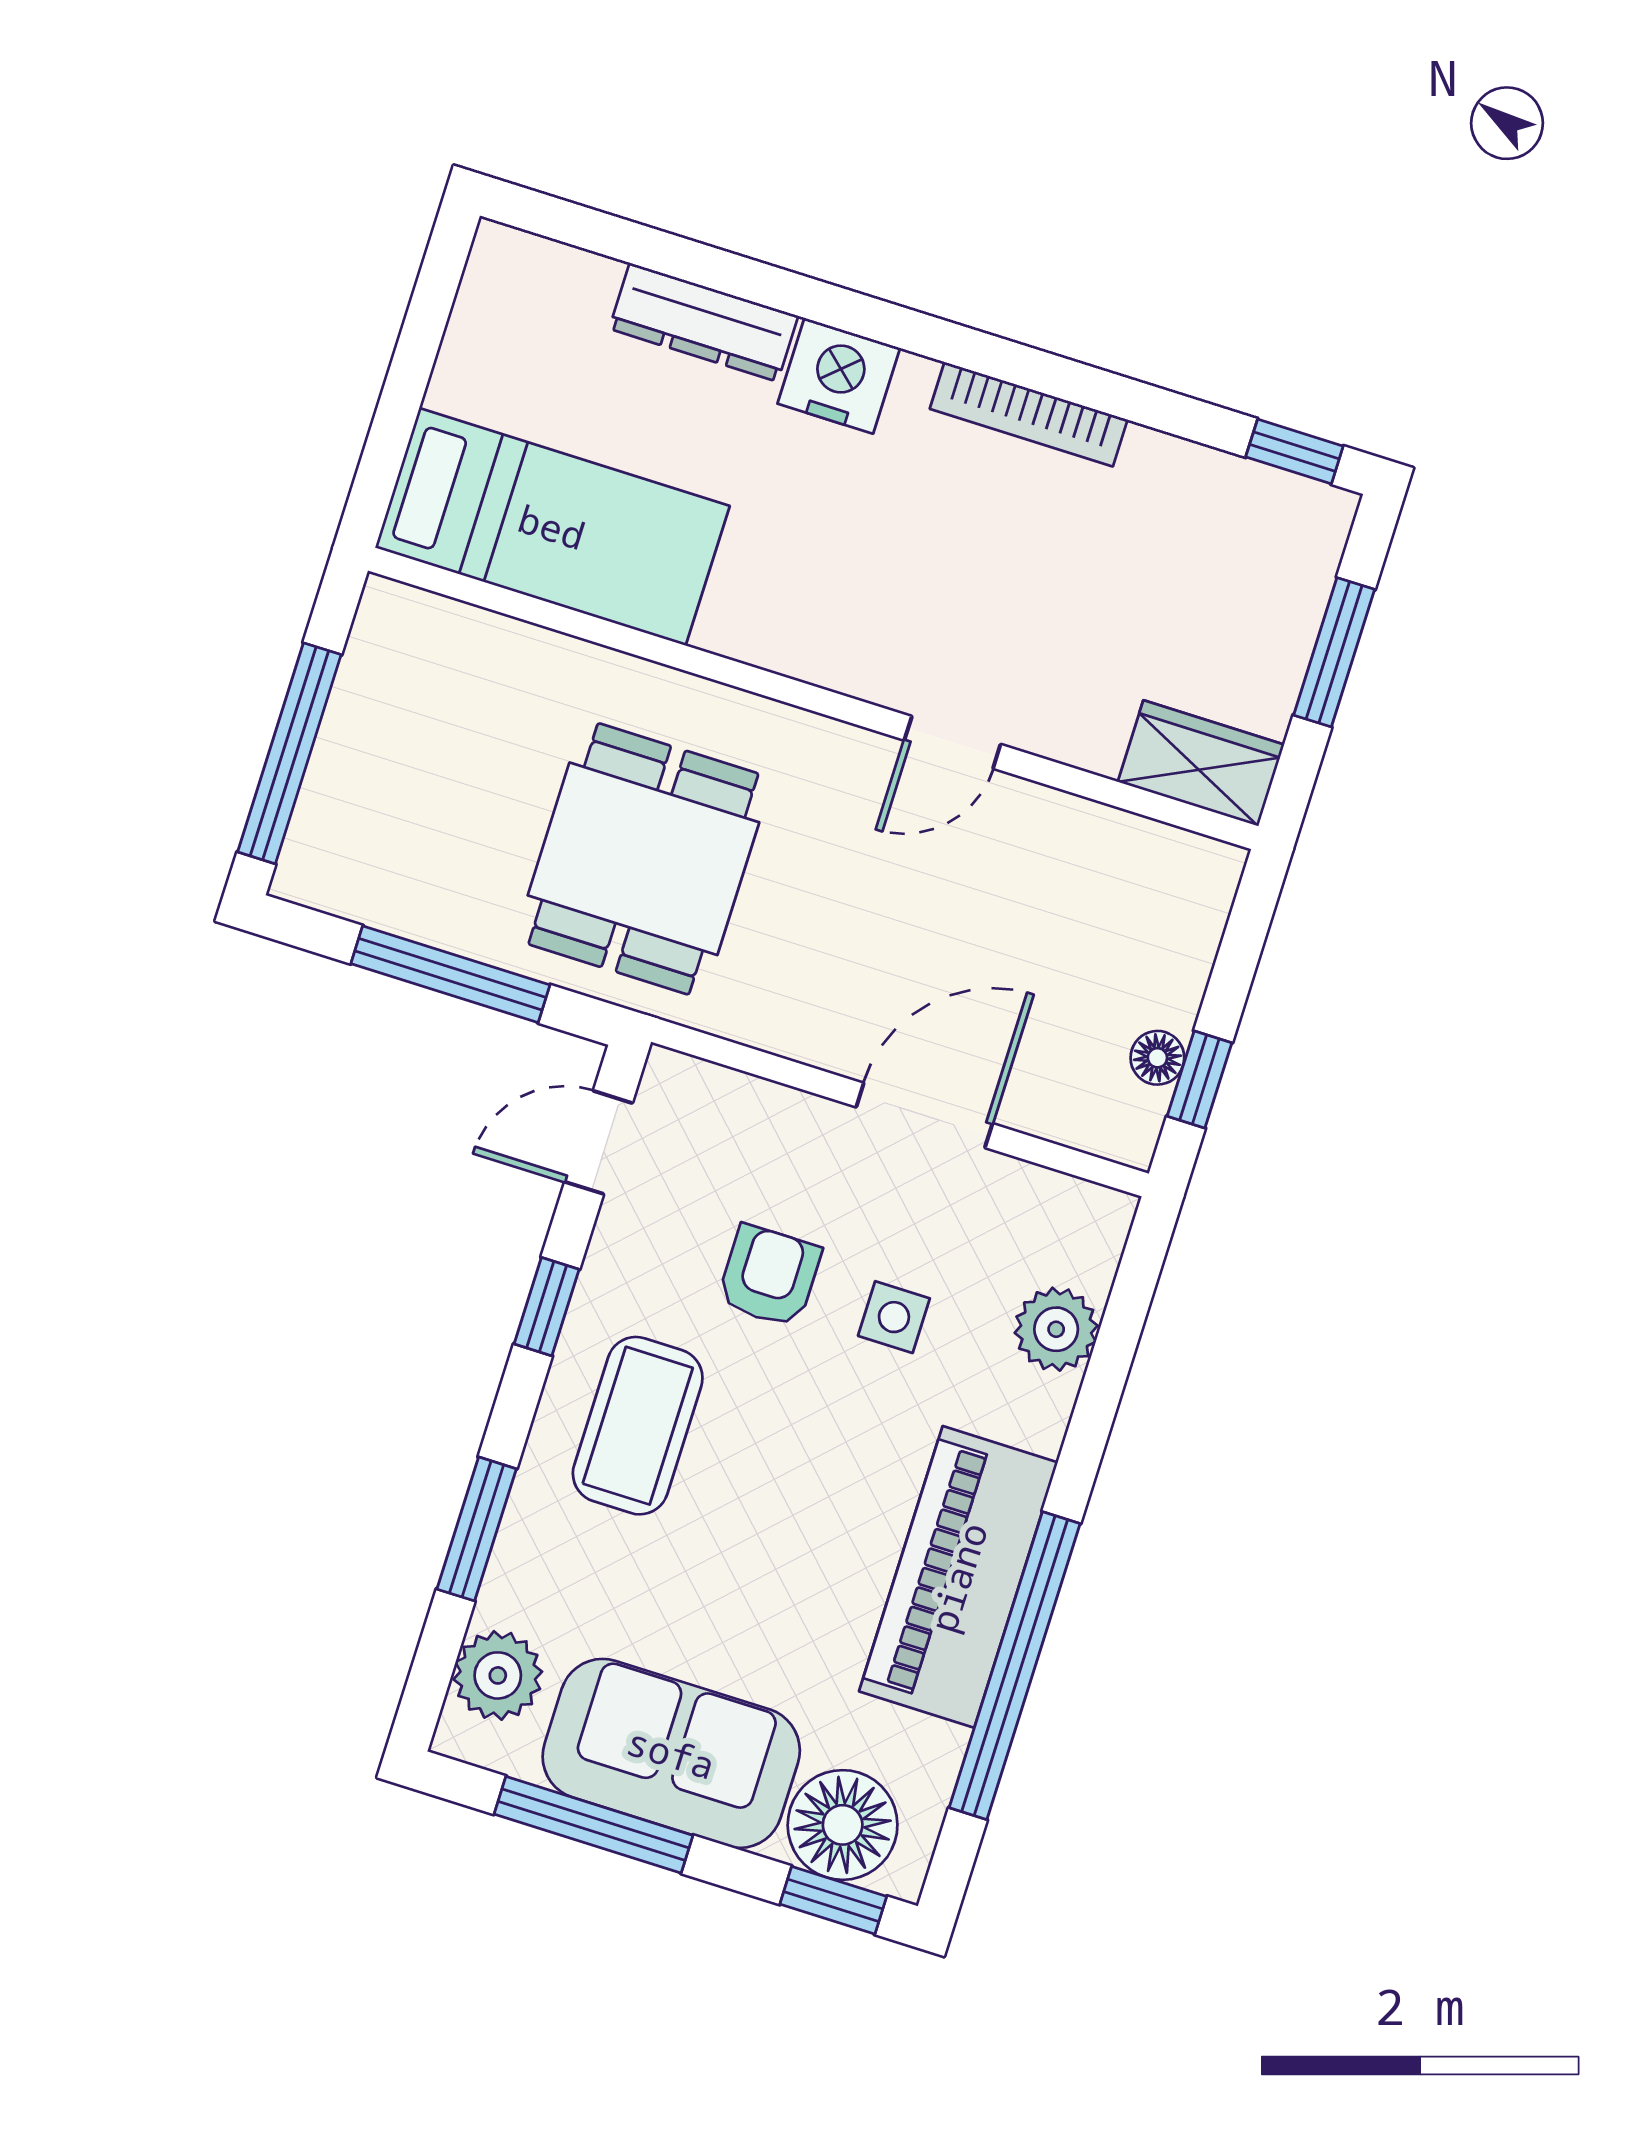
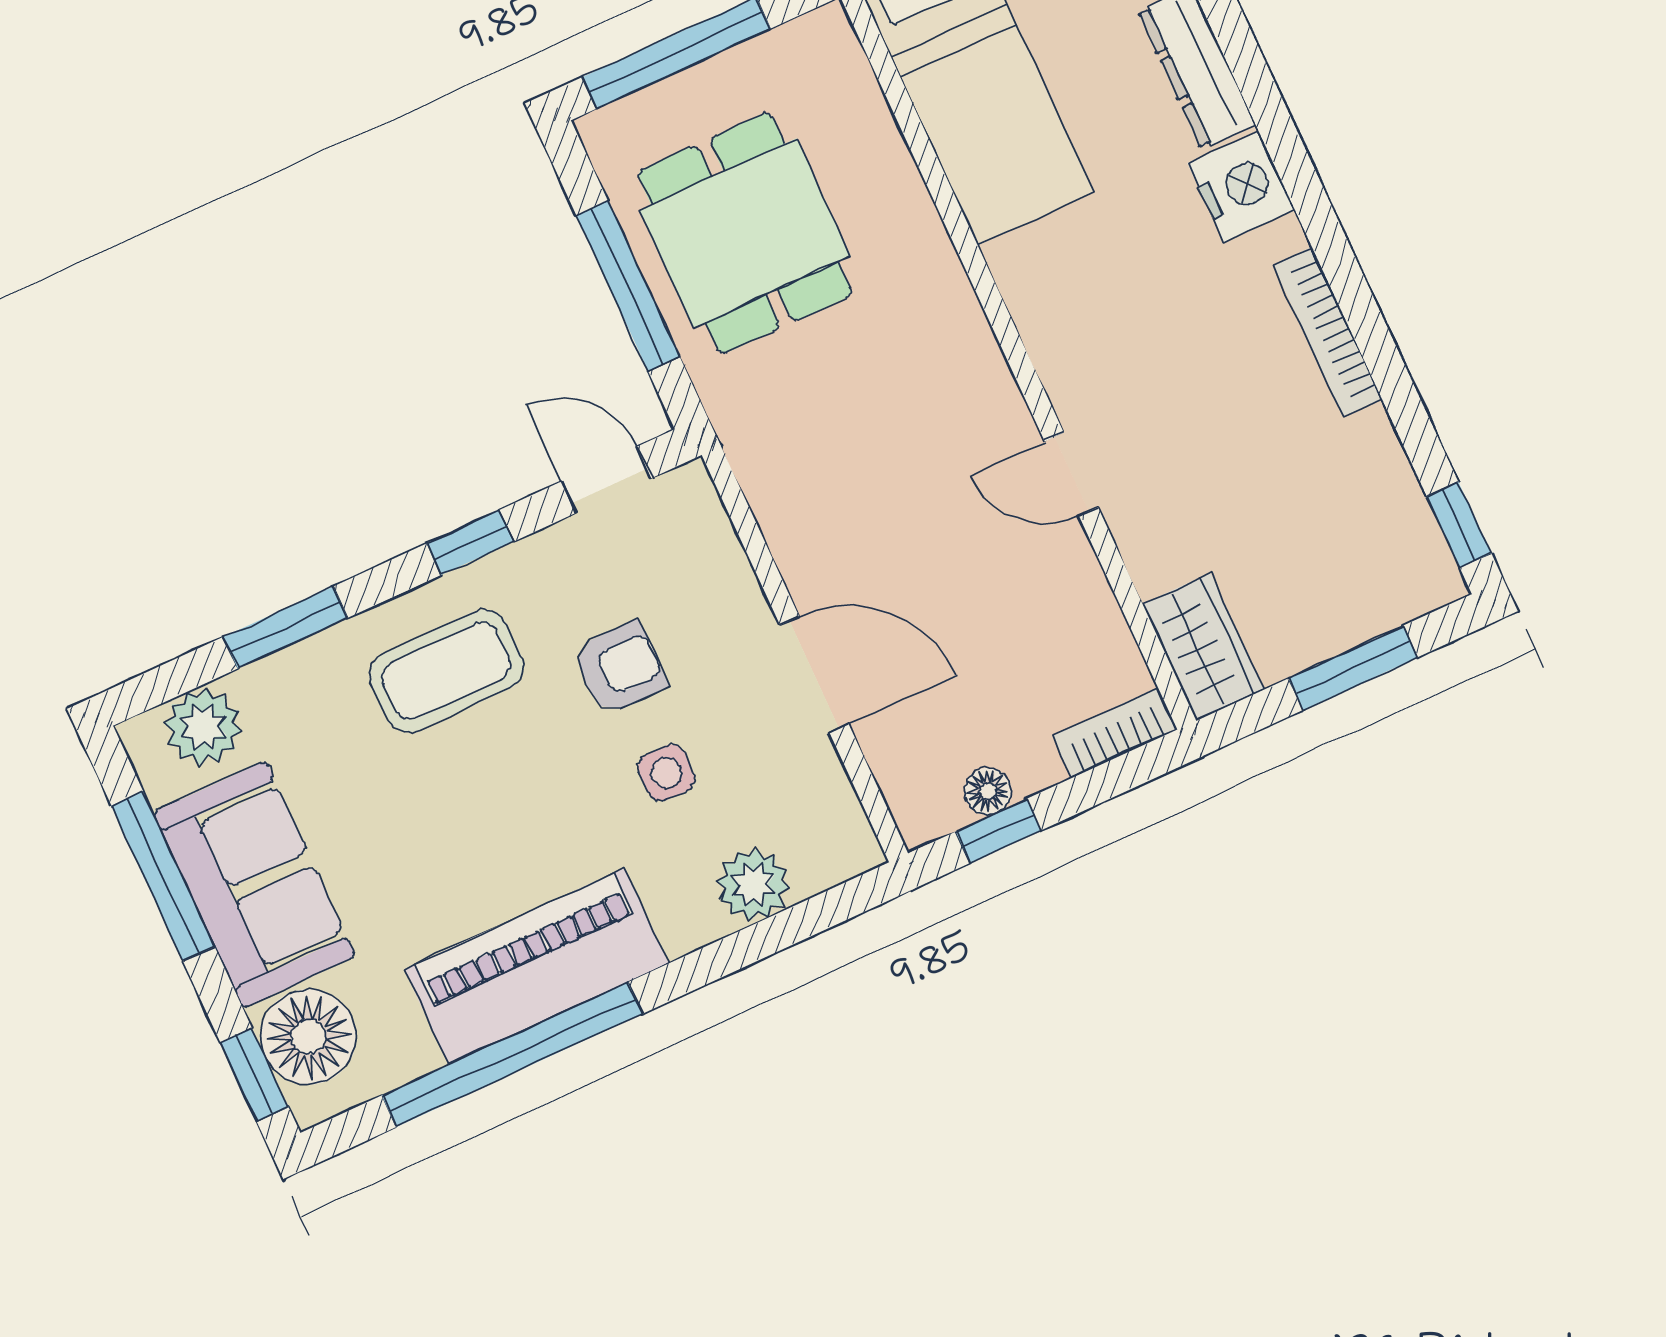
dining table: (643, 859) -> (745, 233), moved, turned 90
bookcase: (1206, 905) -> (1115, 733), added

